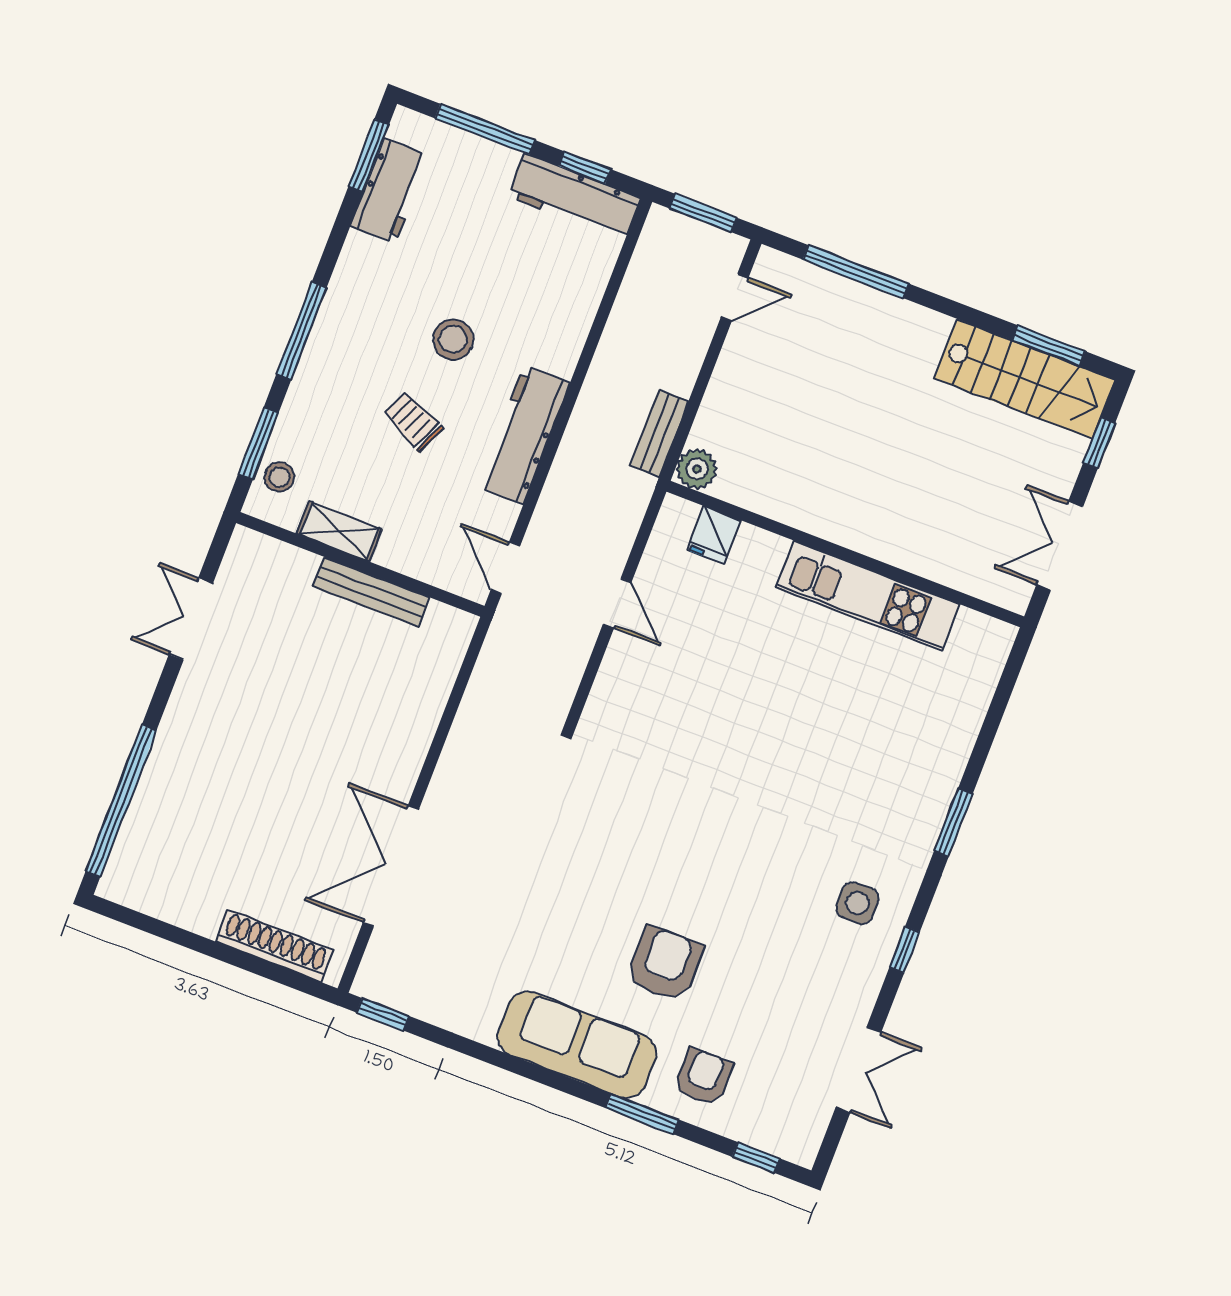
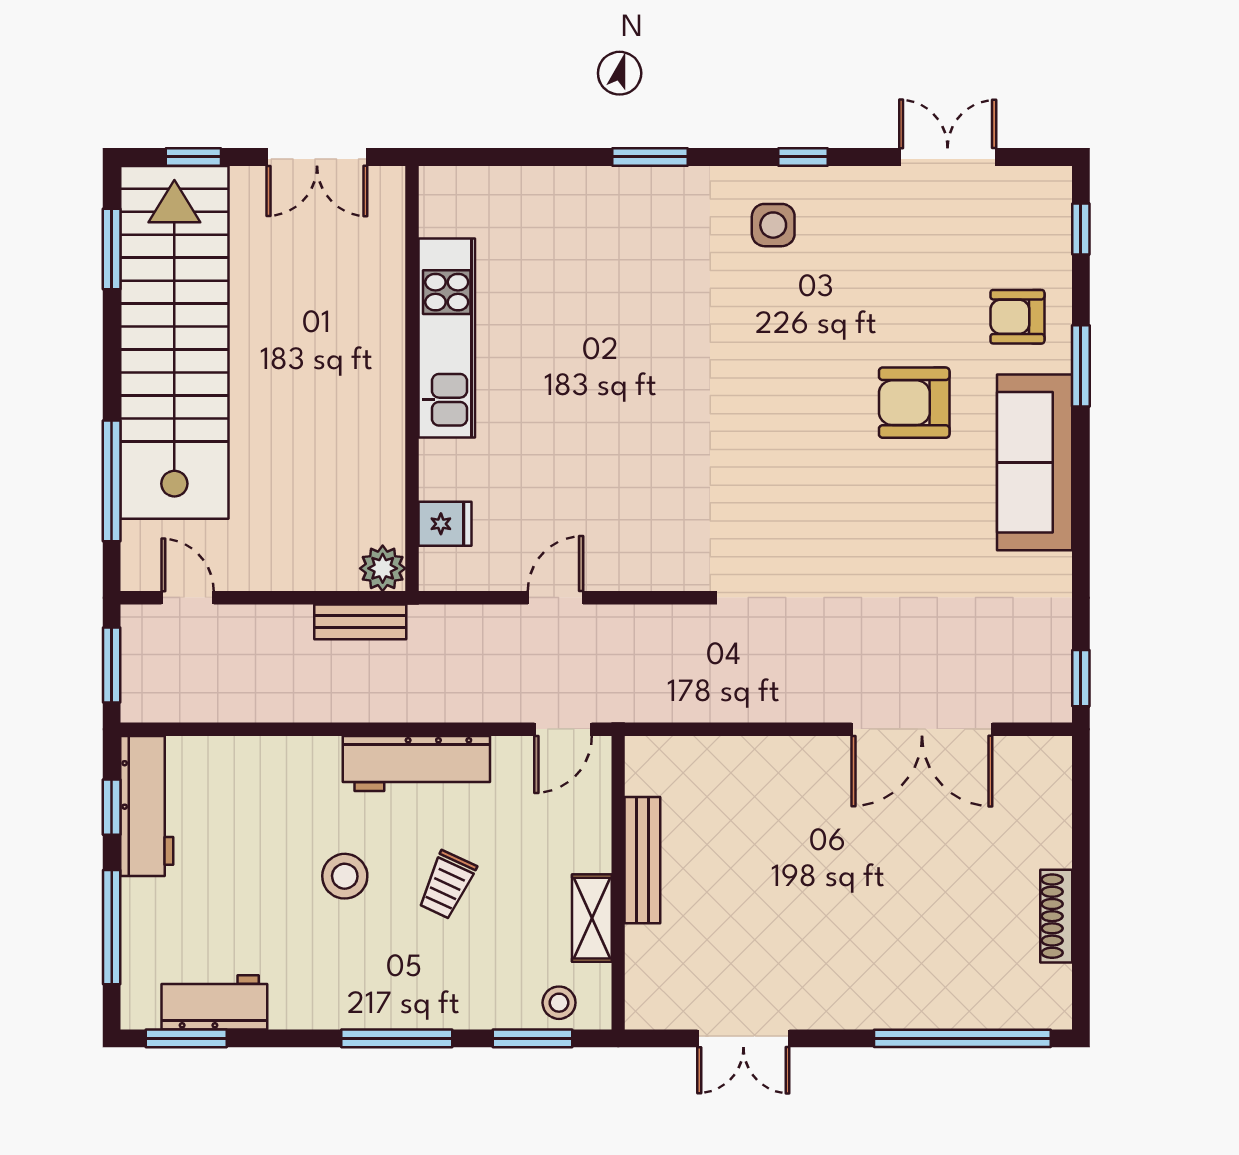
stairs: (1025, 379) -> (174, 342), width x1.86, depth x1.51
shoe rack: (274, 946) -> (1056, 916), moved, width x0.74, depth x0.81

